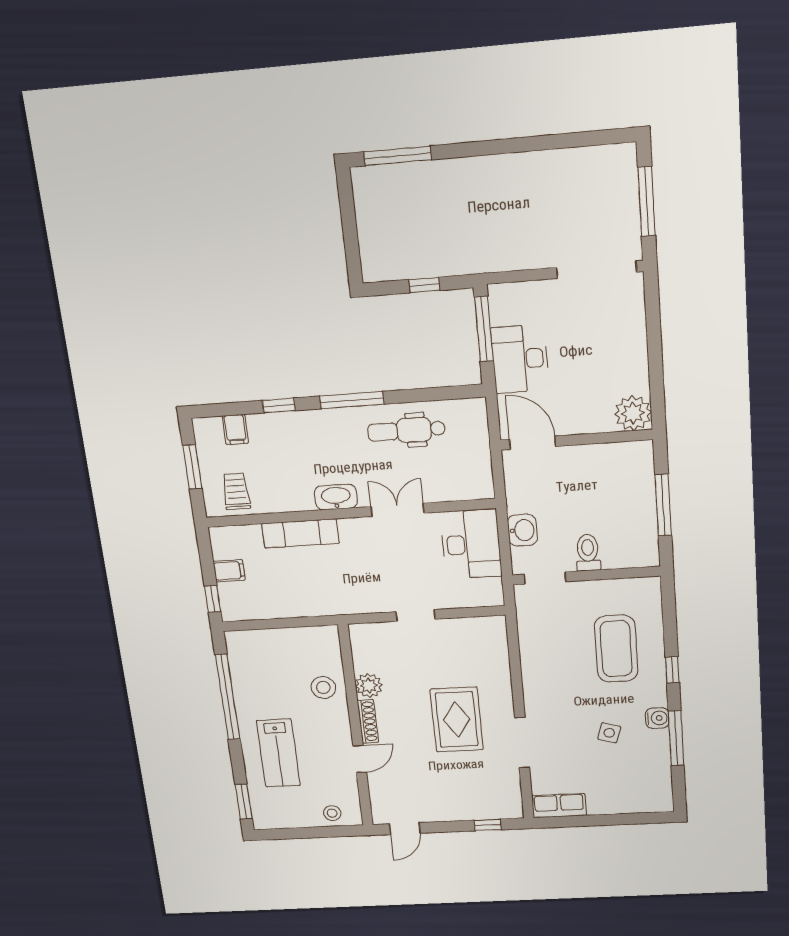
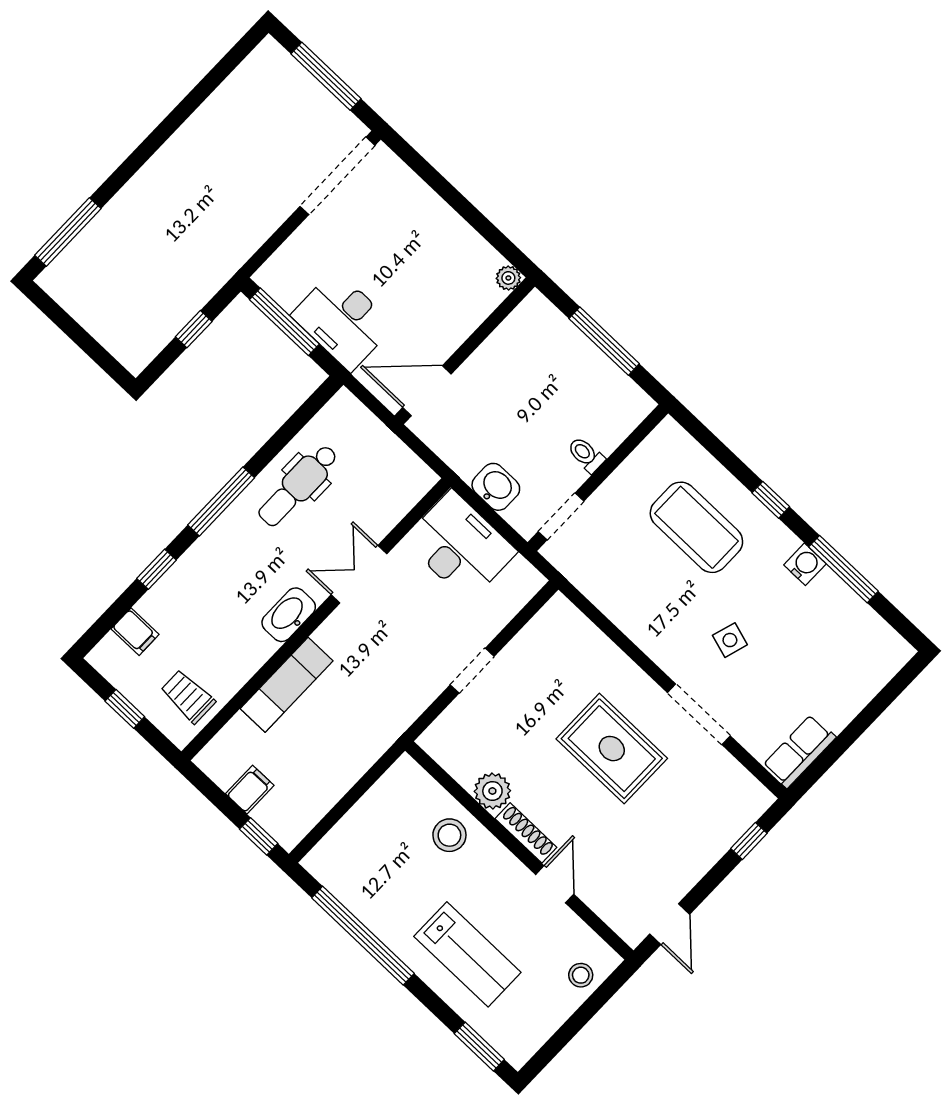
plant: (633, 413) -> (508, 278), width x0.53, depth x0.53
window: (192, 467) -> (125, 709), width x0.67
toilet: (588, 553) -> (586, 455), width x0.73, depth x0.72
side table: (609, 733) -> (730, 640), moved

